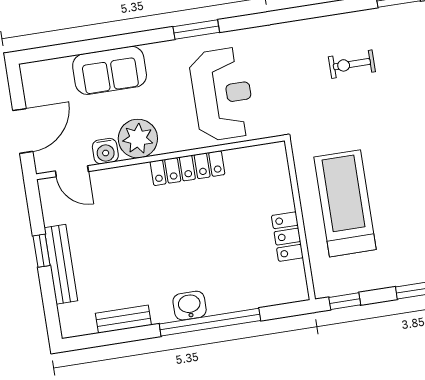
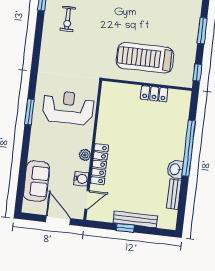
exercise bike: (352, 64) -> (68, 19), moved
sofa: (110, 70) -> (37, 181), moved
plant: (138, 139) -> (85, 155), width x0.53, depth x0.53
locker: (187, 168) -> (99, 164), moved
washbasin: (190, 306) -> (175, 169), moved

